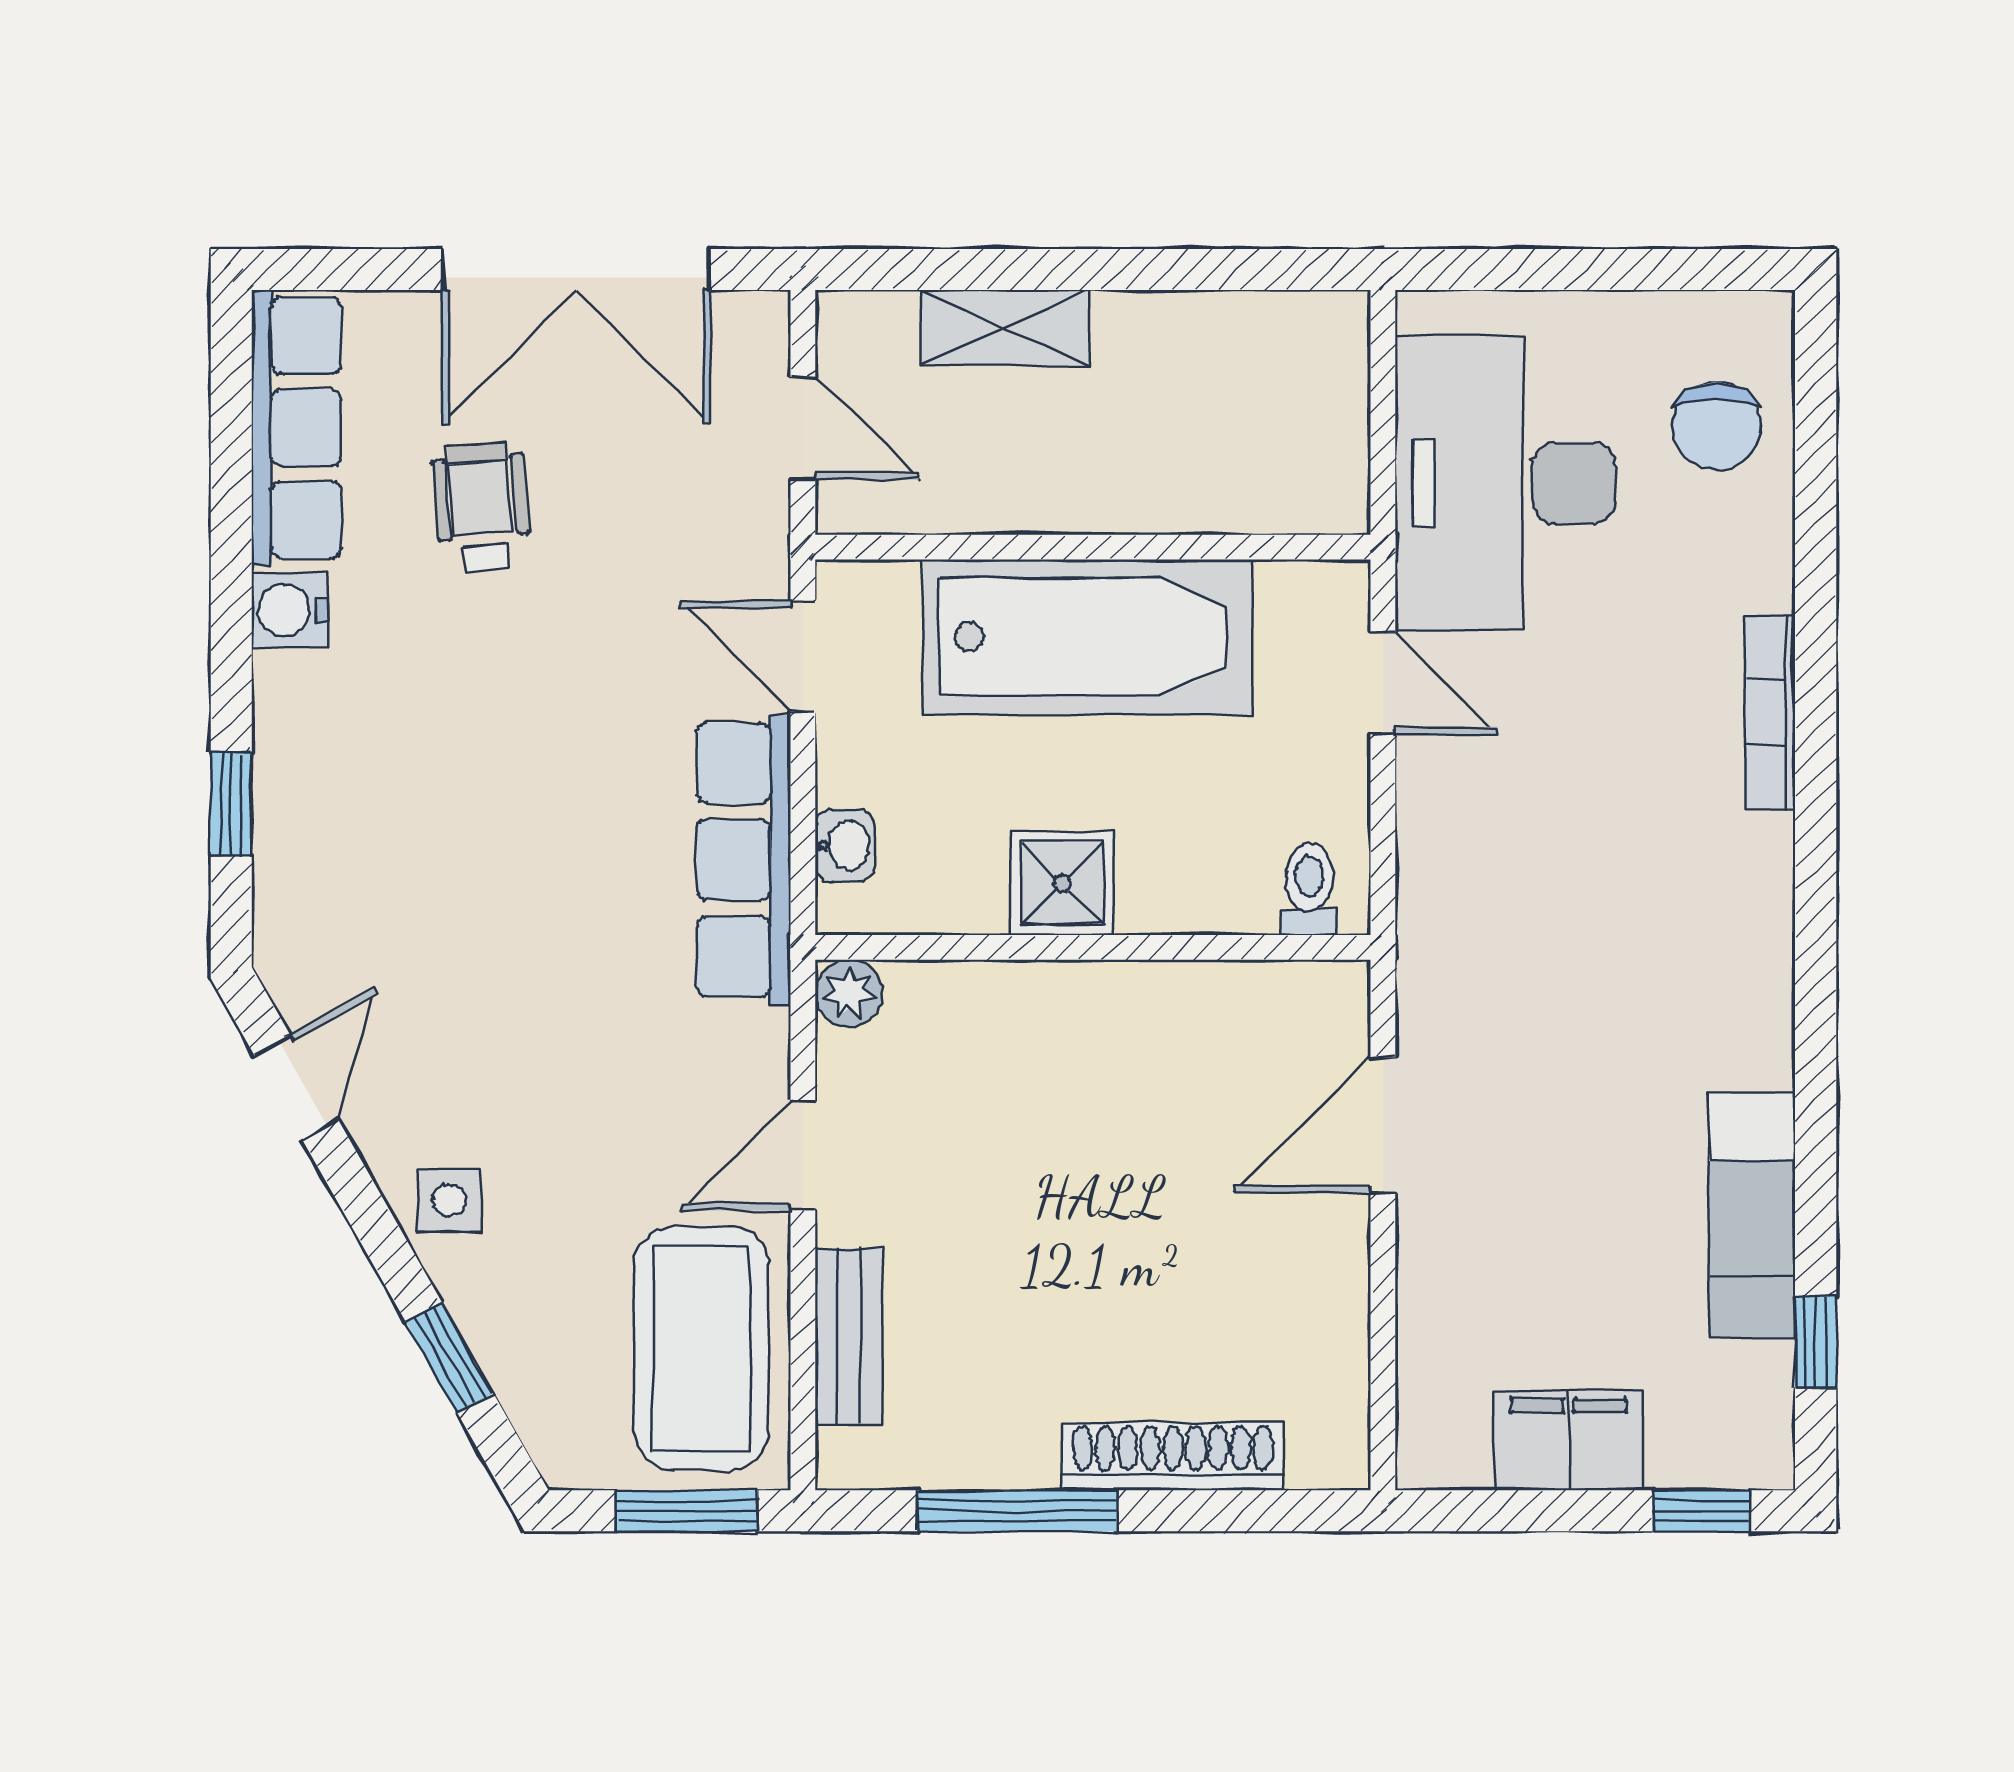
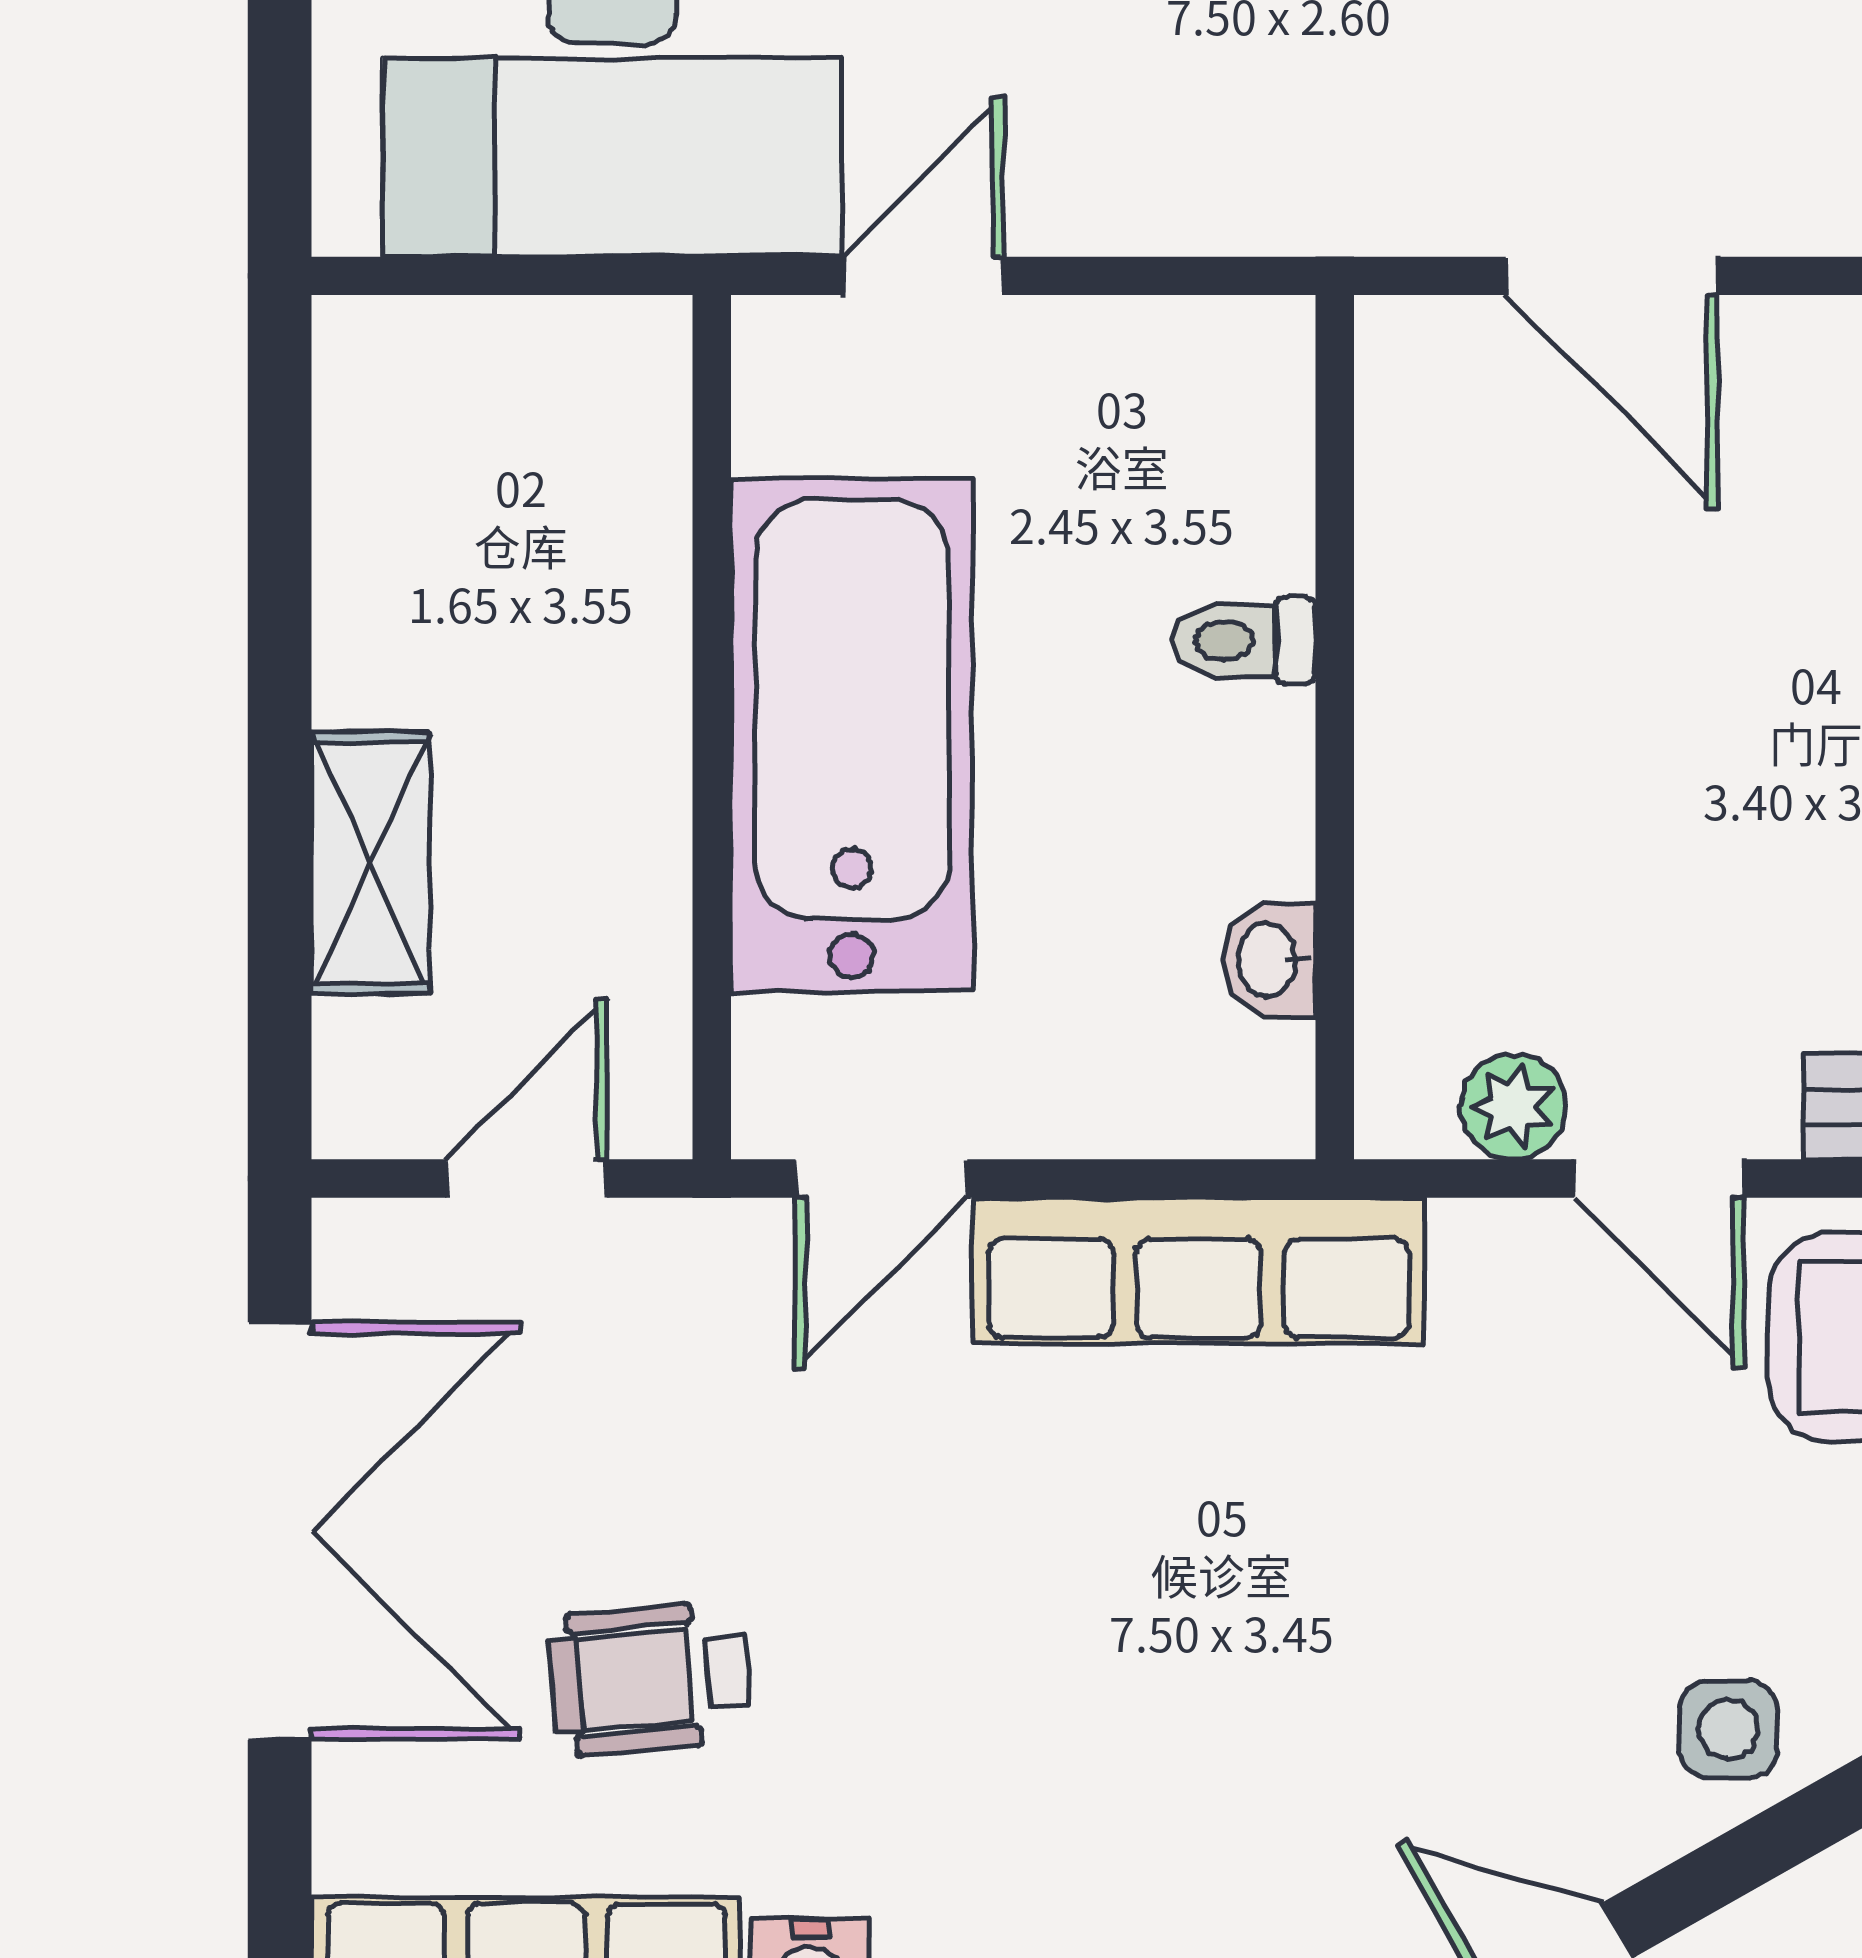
washbasin: (845, 845) -> (1269, 960), moved, turned -90
shower: (1062, 884) -> (1235, 775), removed
toilet: (1309, 889) -> (1244, 640), moved
plant: (849, 993) -> (1514, 1107), moved

